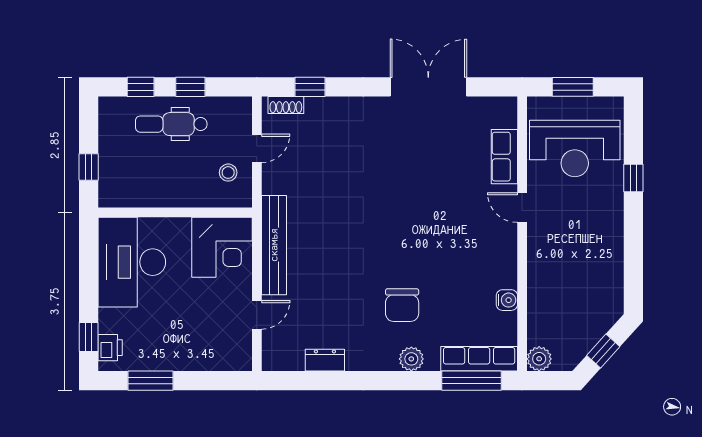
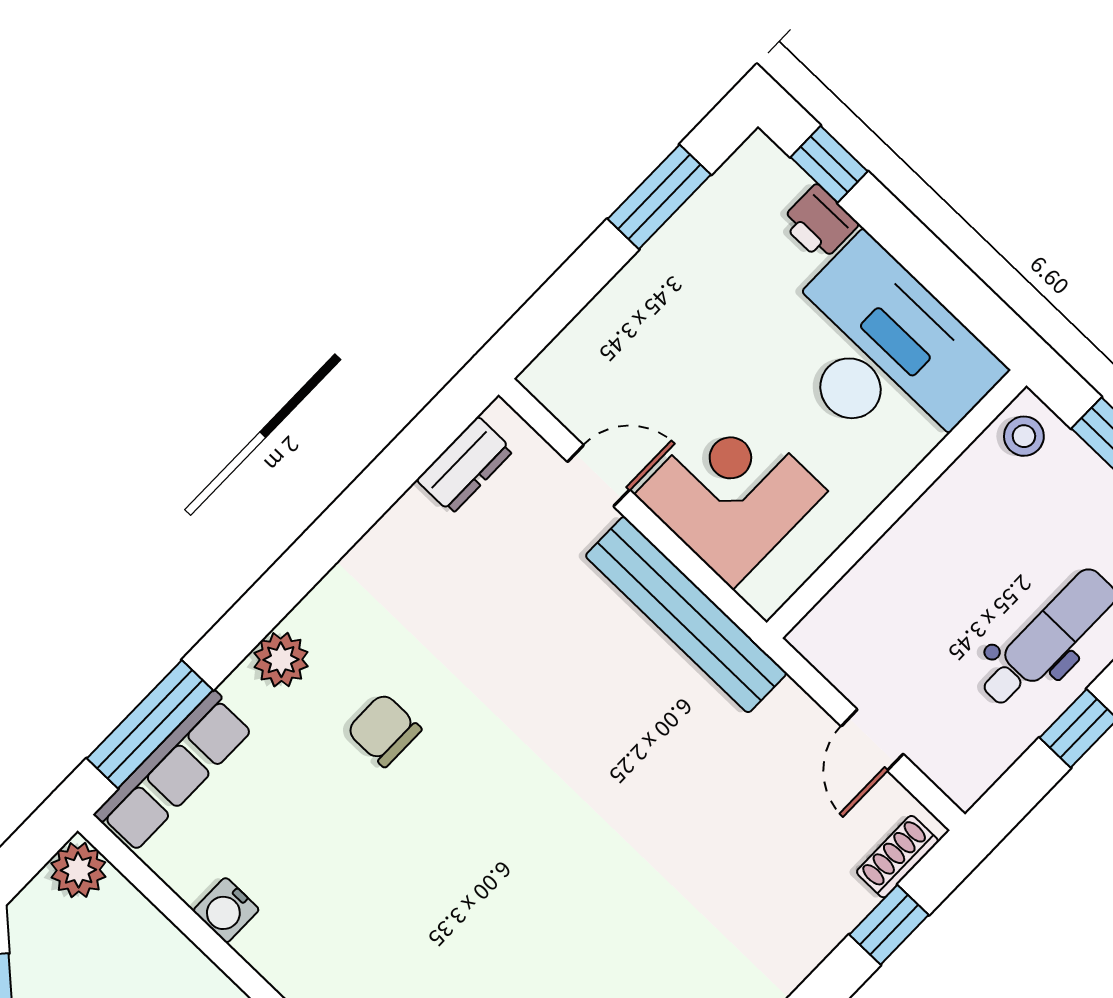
stool: (228, 173) -> (1024, 436), moved
corner desk: (222, 247) -> (731, 493), moved, turned 90
chair: (402, 305) -> (384, 730), width x0.73, depth x0.73
door: (257, 315) -> (599, 476), swing flipped
printer: (110, 348) -> (819, 223), moved
dresser: (325, 360) -> (465, 465), moved

